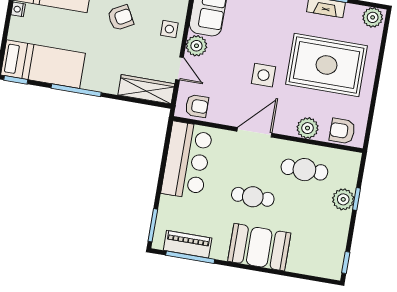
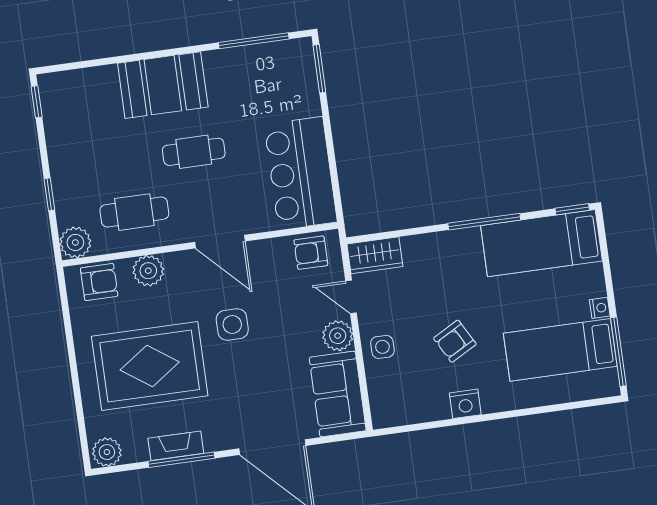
wardrobe: (146, 89) -> (375, 255), width x0.67
door: (254, 132) -> (220, 242), hinge flipped
plant: (343, 199) -> (75, 242), moved
piano: (188, 244) -> (263, 58), removed

